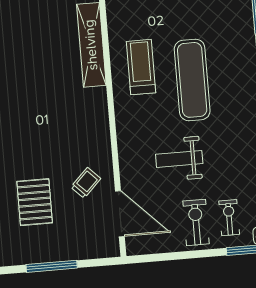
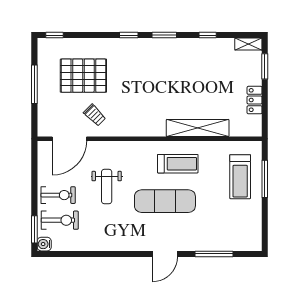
weight bench: (179, 159) -> (107, 187), turned 180
pallet: (35, 202) -> (83, 76), width x1.37, depth x1.41
exercise bike: (229, 218) -> (60, 220), width x1.38, depth x1.39

